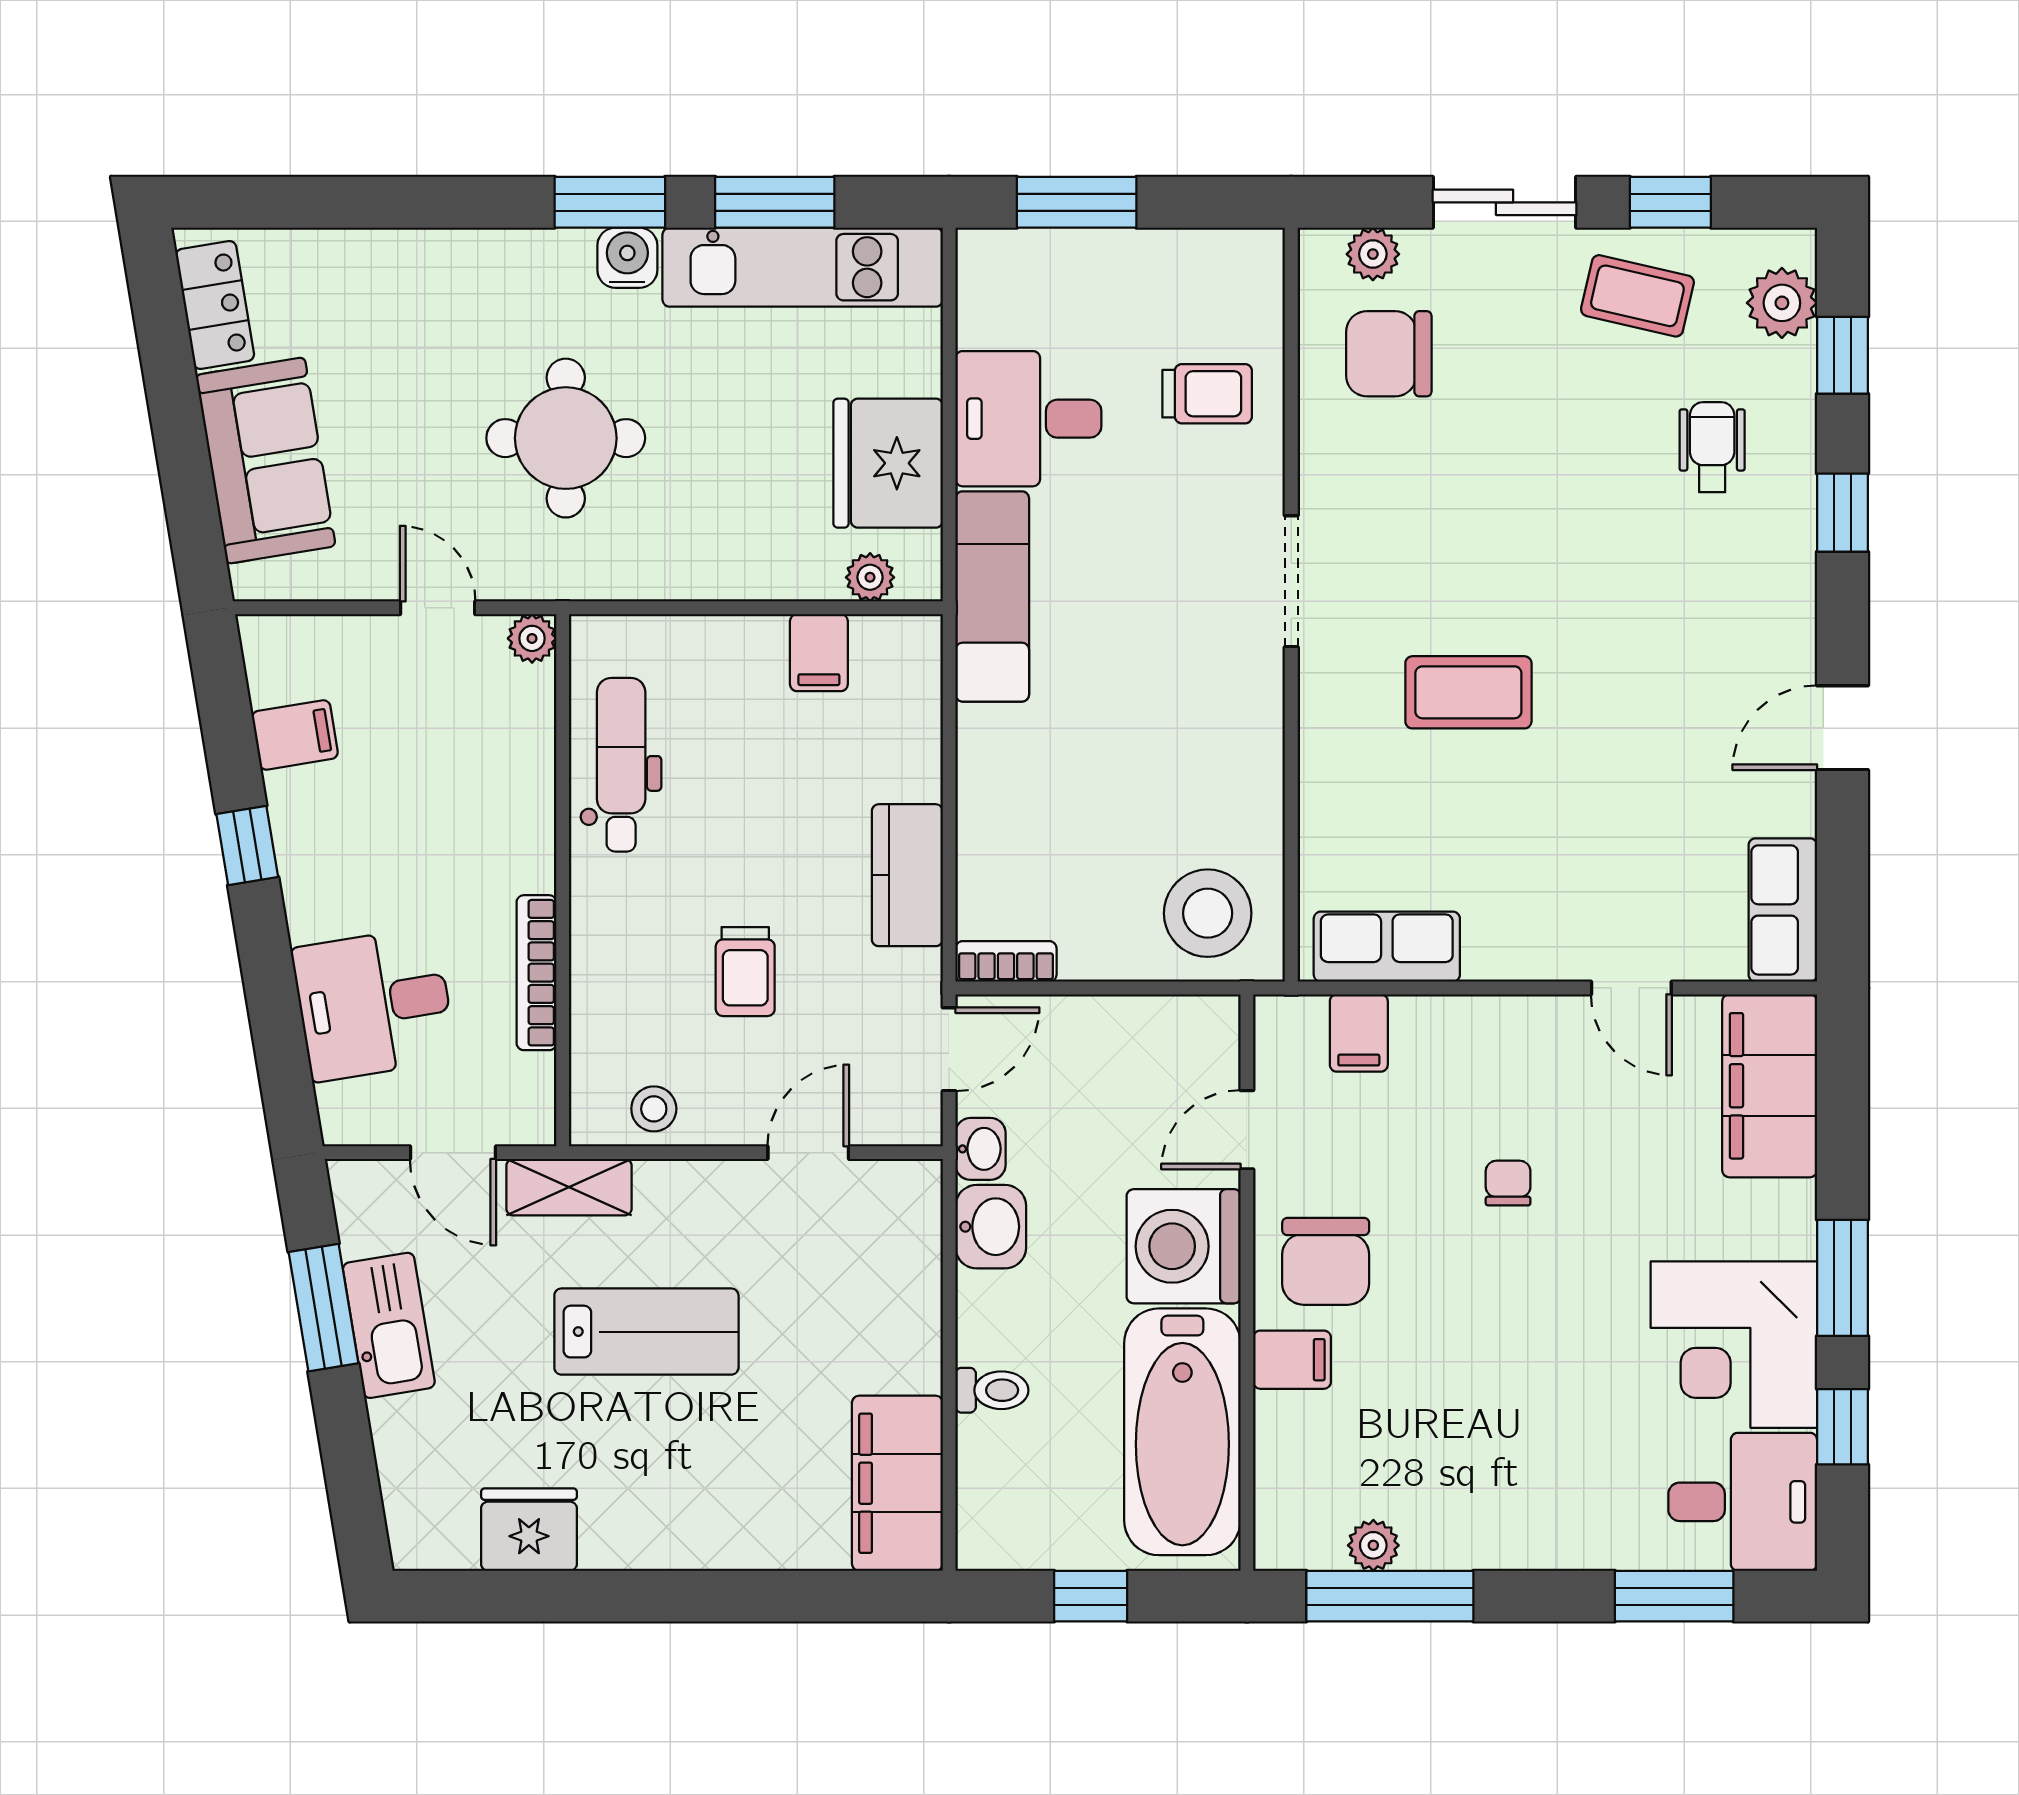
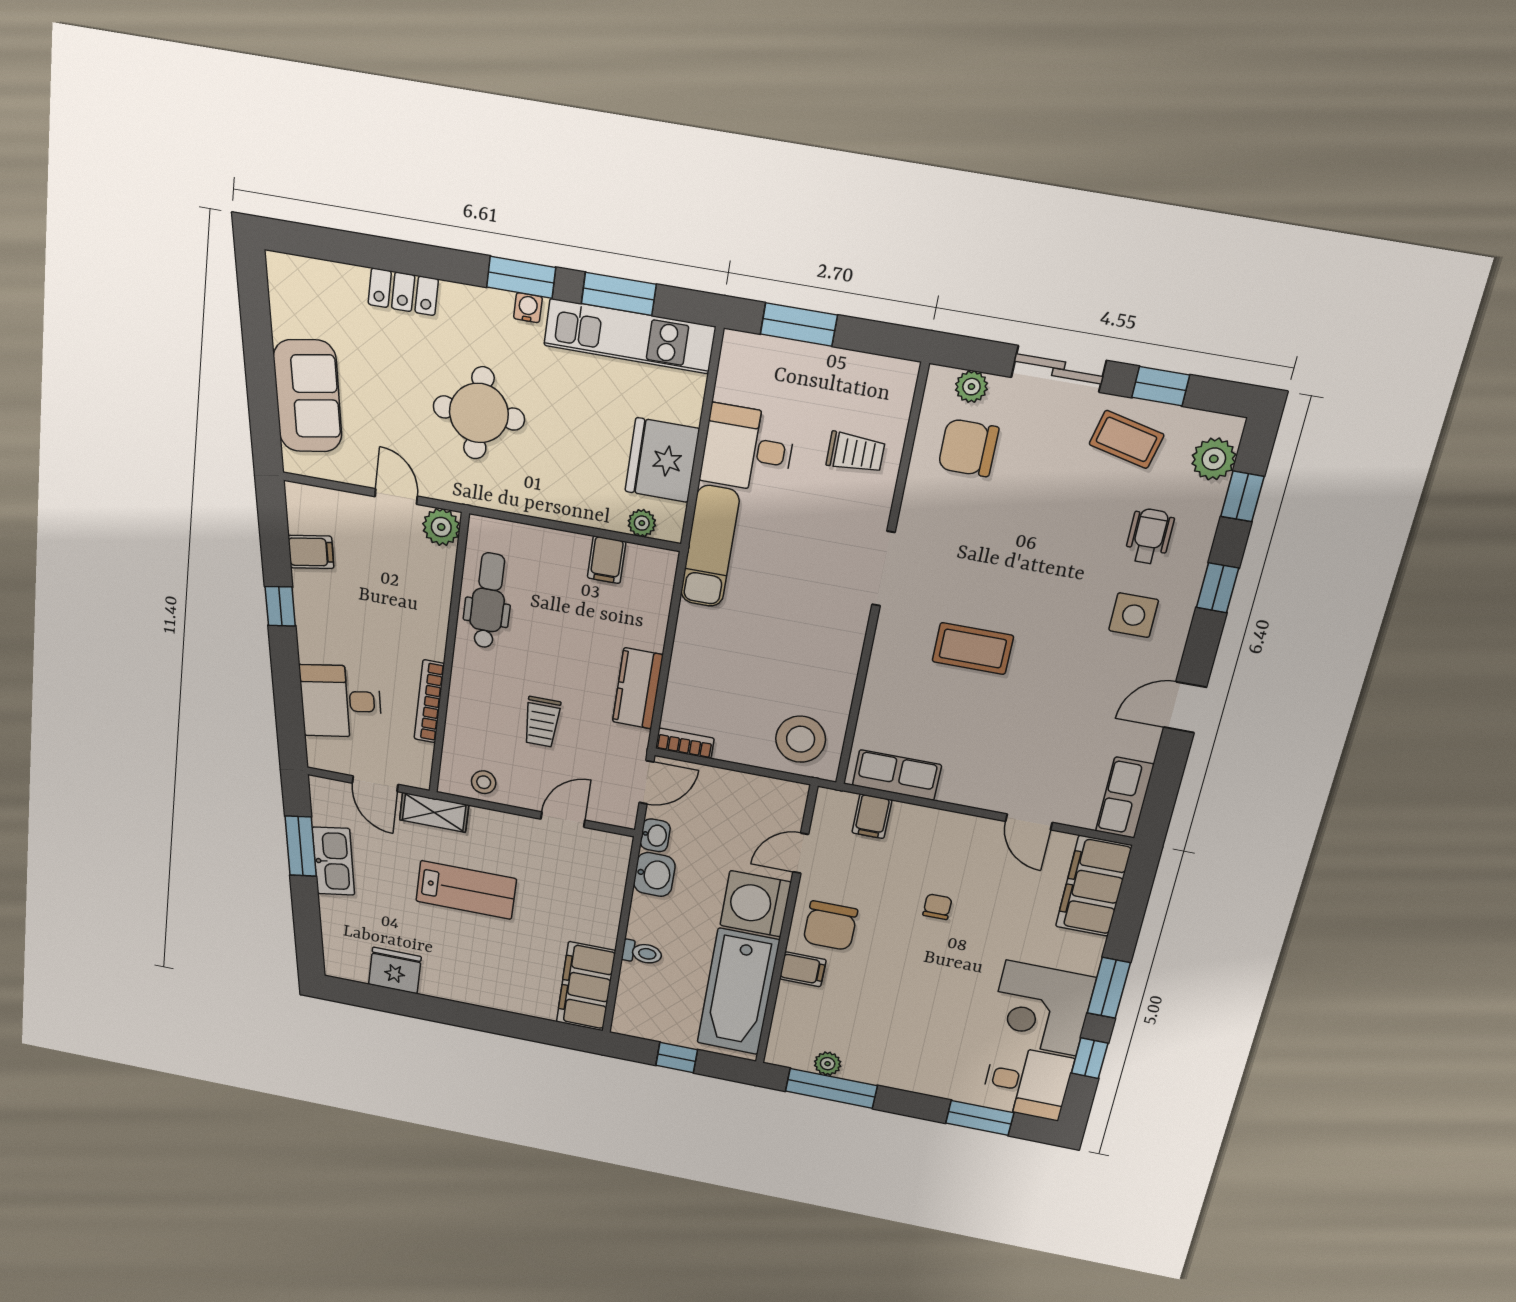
water cooler: (627, 258) -> (528, 308), width x0.72, depth x0.72
locker: (215, 305) -> (403, 292), moved, turned 99
side table: (1719, 584) -> (1134, 615), added
plant: (532, 638) -> (441, 527), width x1.38, depth x1.38

